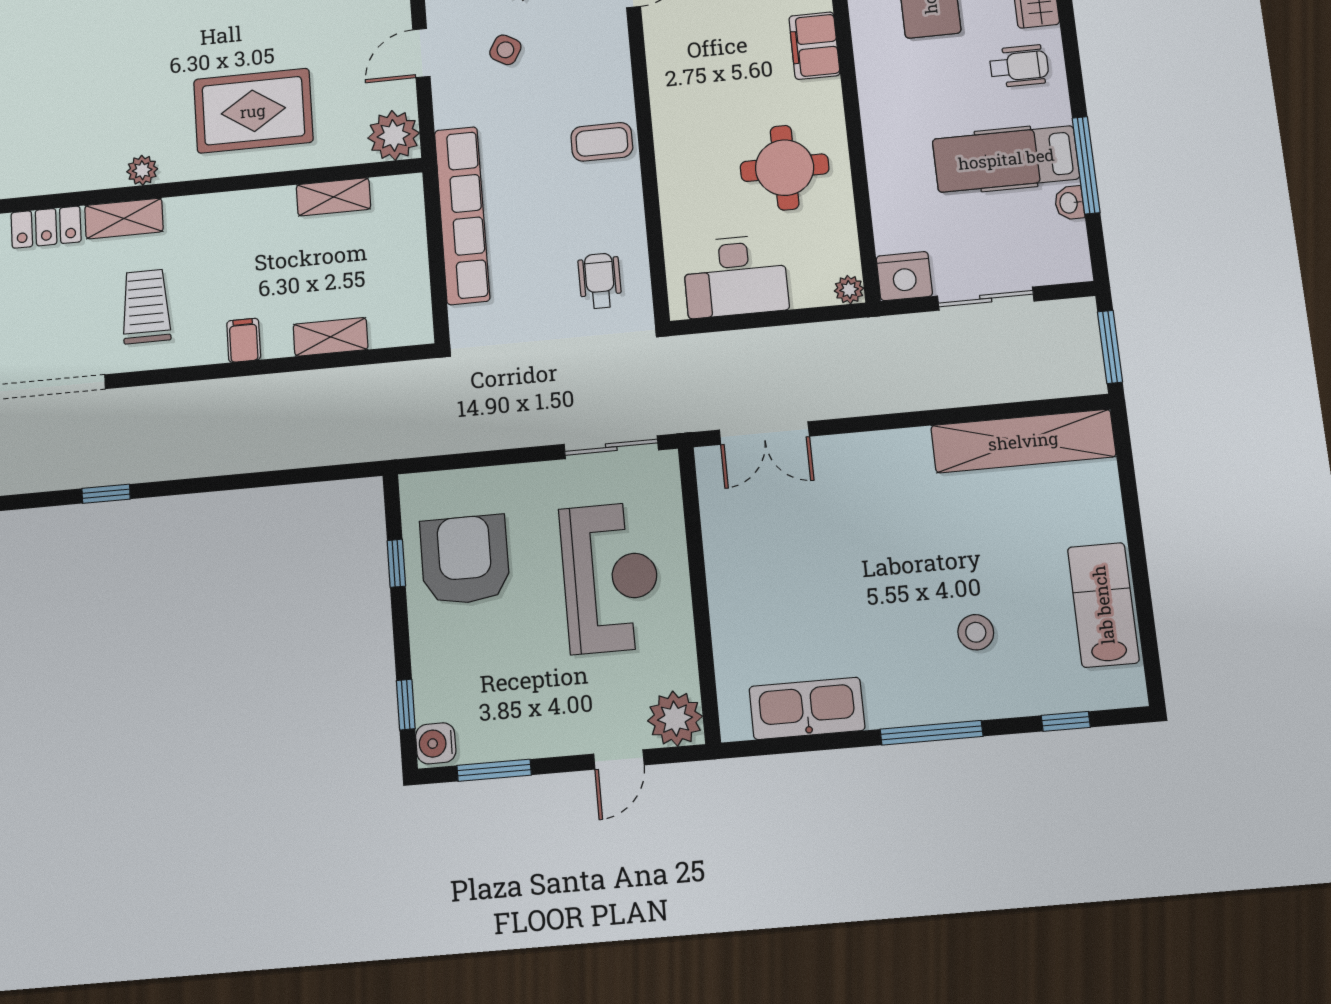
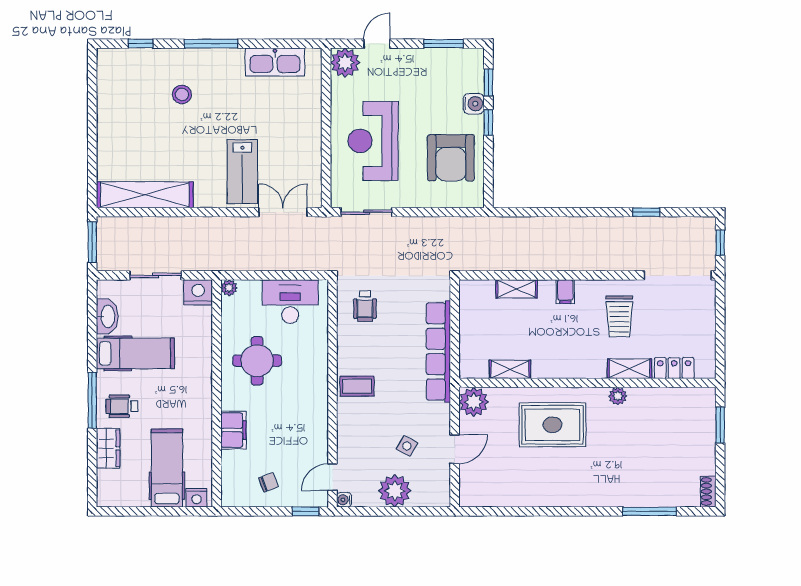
window: (1086, 165) -> (92, 400), moved
washbasin: (1069, 203) -> (107, 316), width x1.91, depth x1.45
window: (396, 563) -> (488, 123), moved
lab bench: (1103, 605) -> (242, 172), moved
water cooler: (436, 743) -> (474, 104), moved

